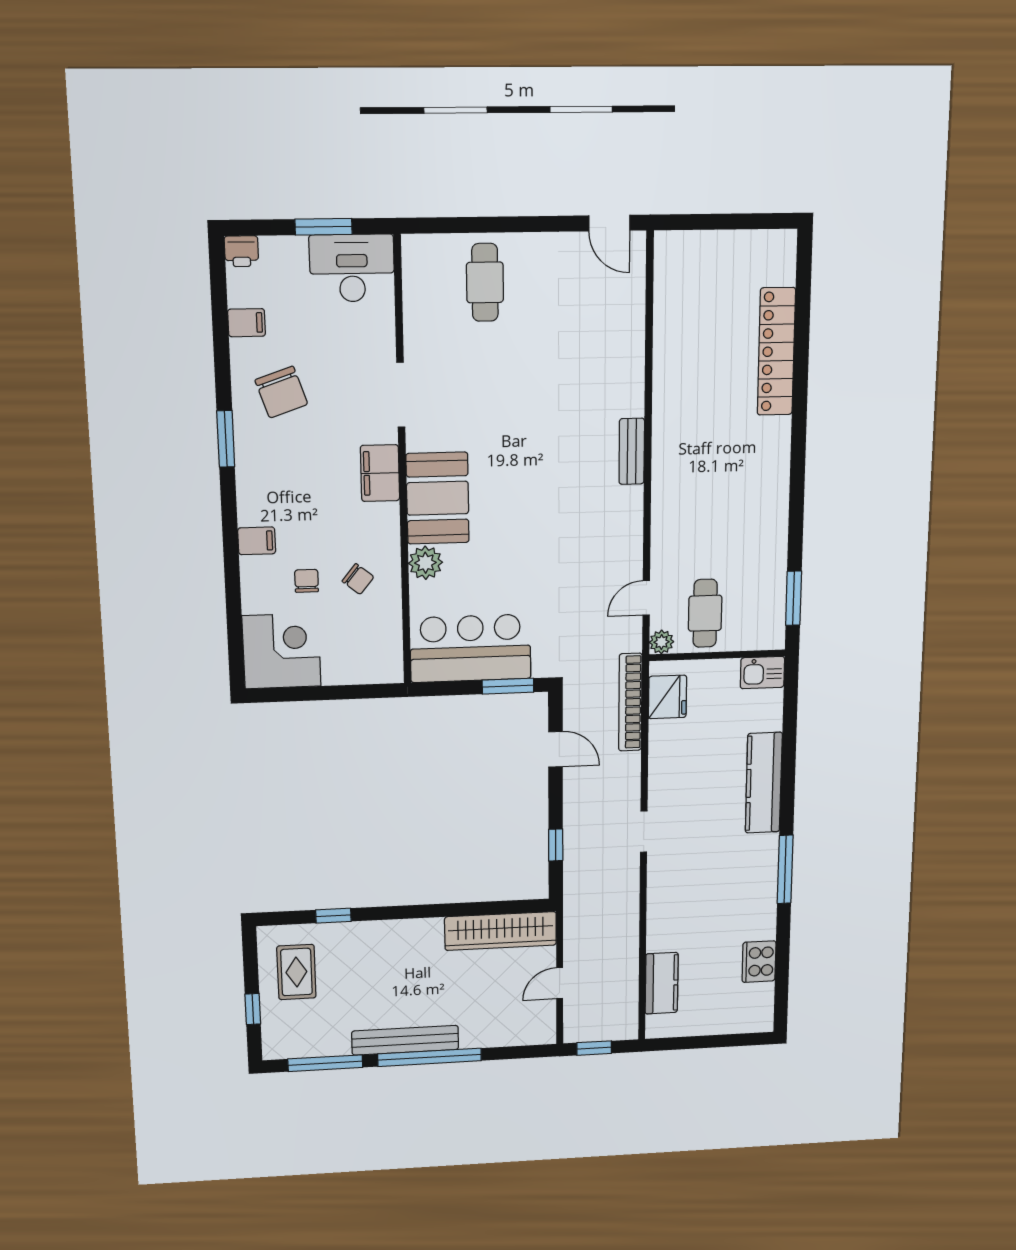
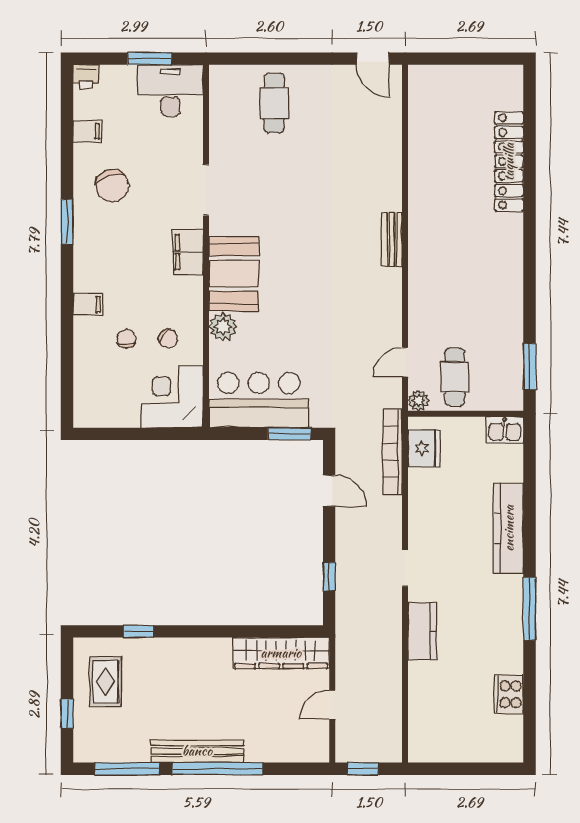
corner desk: (282, 651) -> (172, 397), moved, turned -90
kitchen counter: (662, 983) -> (422, 631), moved

